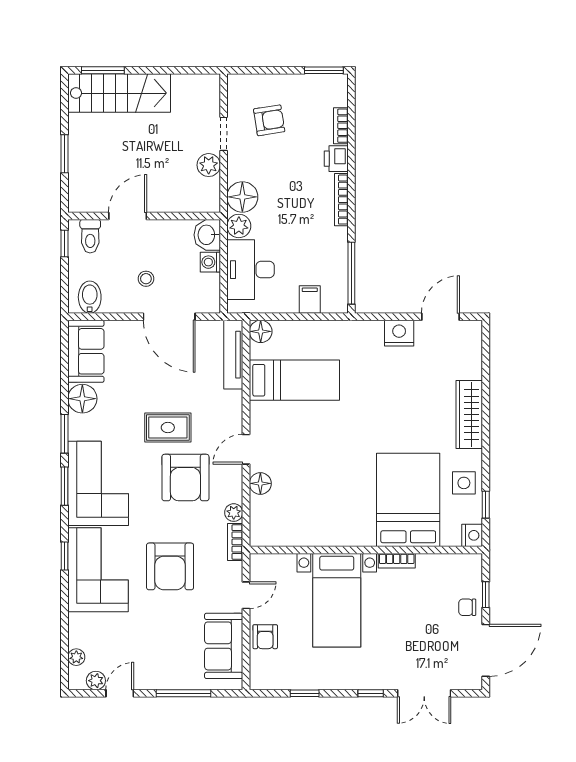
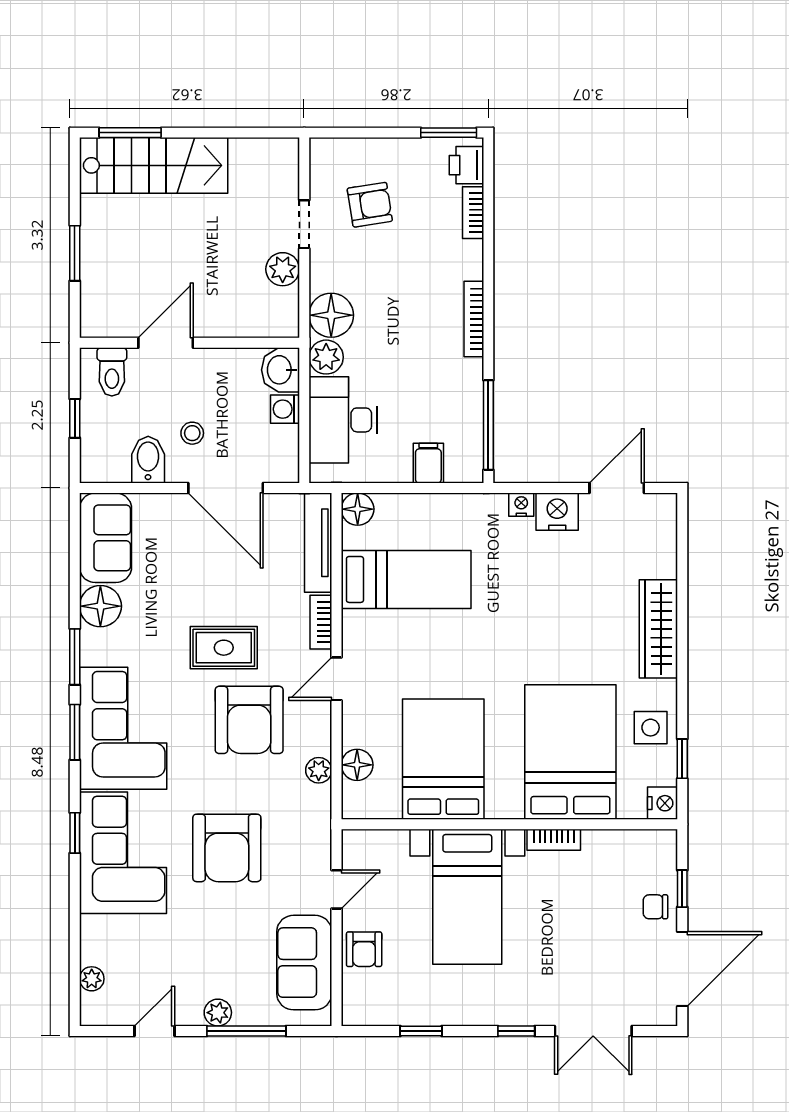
printer: (336, 159) -> (466, 165), moved
window: (64, 243) -> (75, 418), moved
bidet: (90, 297) -> (148, 460), moved
nightstand: (374, 328) -> (521, 505), added
floor lamp: (260, 483) -> (357, 765), moved
bed: (320, 505) -> (443, 759), added
bookcase: (235, 542) -> (321, 622), moved
plant: (96, 681) -> (218, 1013), moved

